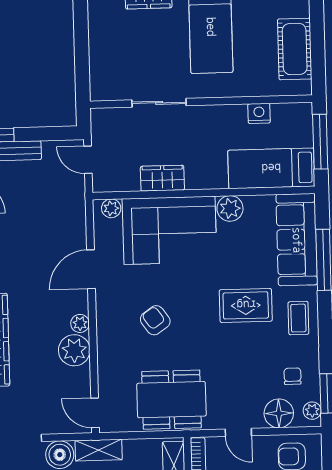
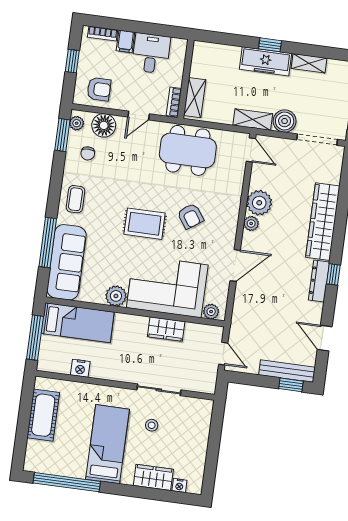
stool: (161, 58) -> (152, 425), added
rug: (246, 305) -> (145, 224), moved
door: (238, 432) -> (139, 115), swing flipped

